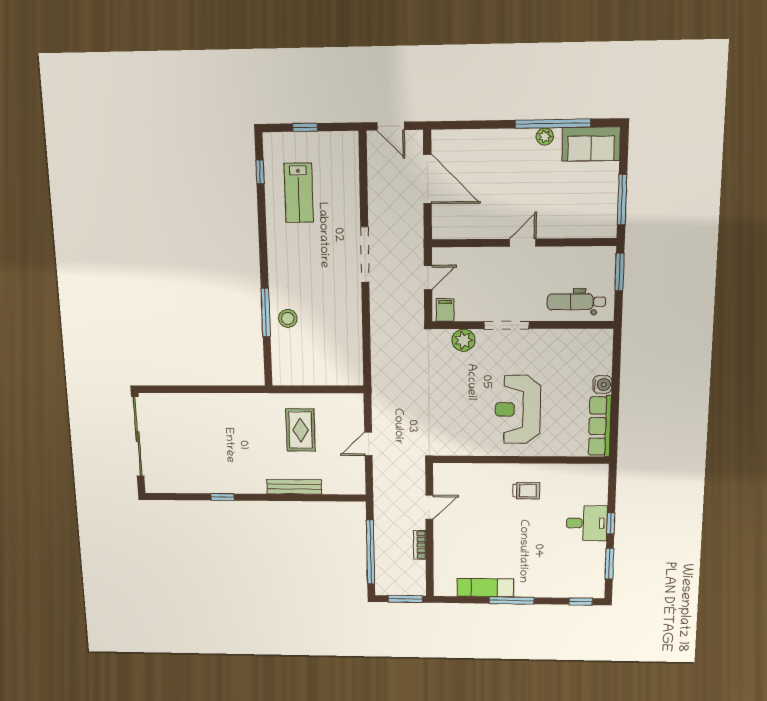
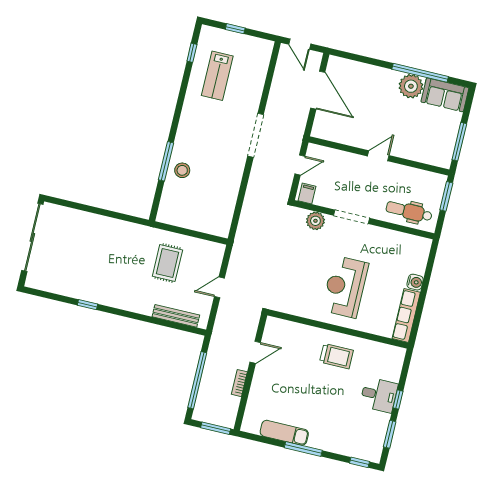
plant: (545, 136) -> (411, 86), width x1.88, depth x1.88
bench: (294, 487) -> (176, 316), moved
trolley: (526, 491) -> (337, 356), width x1.36, depth x1.39

